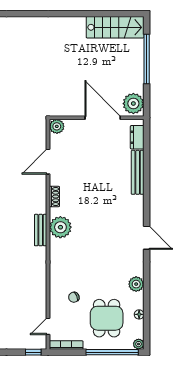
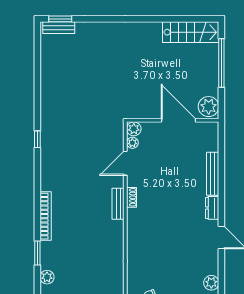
dresser: (137, 137) -> (212, 208), moved
plant: (60, 227) -> (132, 143), moved, width x0.53, depth x0.53
bench: (41, 230) -> (118, 204), moved

